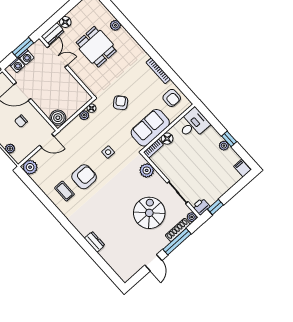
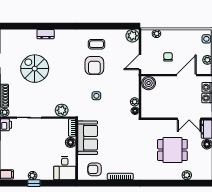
plant: (115, 25) -> (187, 175), moved
armchair: (121, 103) -> (121, 133), removed
spiral stairs: (149, 213) -> (35, 69), moved, turned 180

